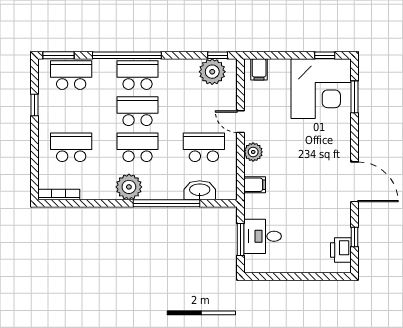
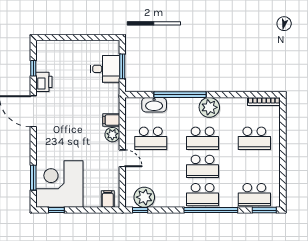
window: (35, 105) -> (283, 171), removed
filing cabinet: (255, 185) -> (111, 120), moved
printer: (341, 250) -> (44, 82), moved

